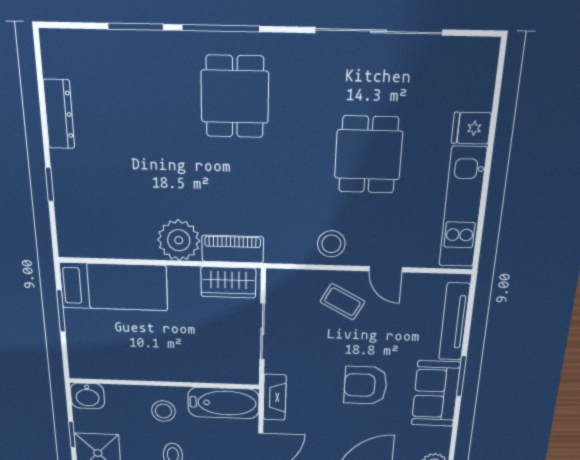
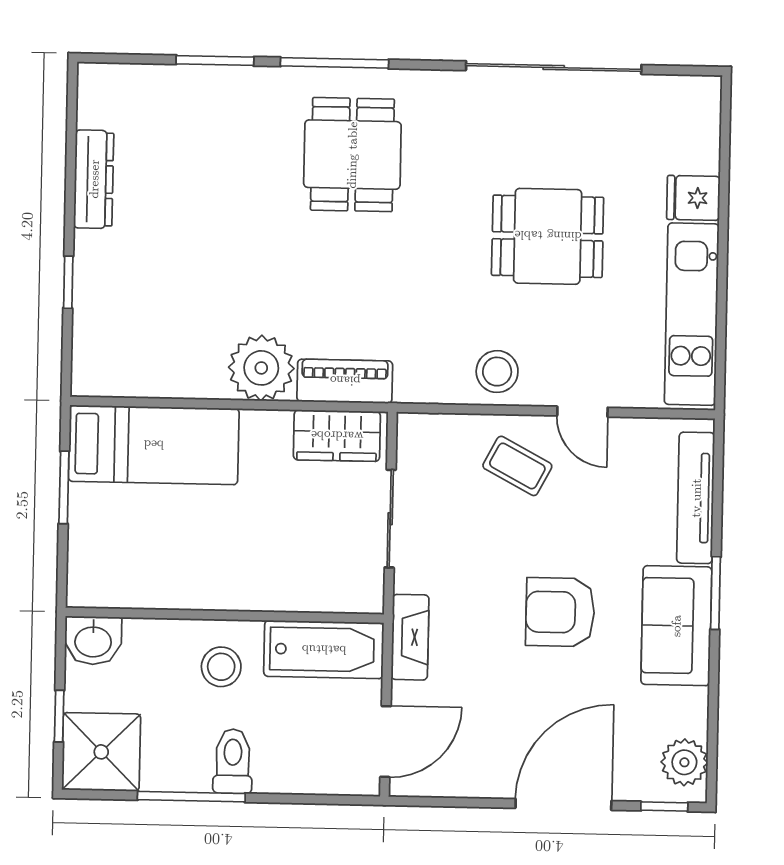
dining table: (368, 155) -> (548, 236), turned 90

